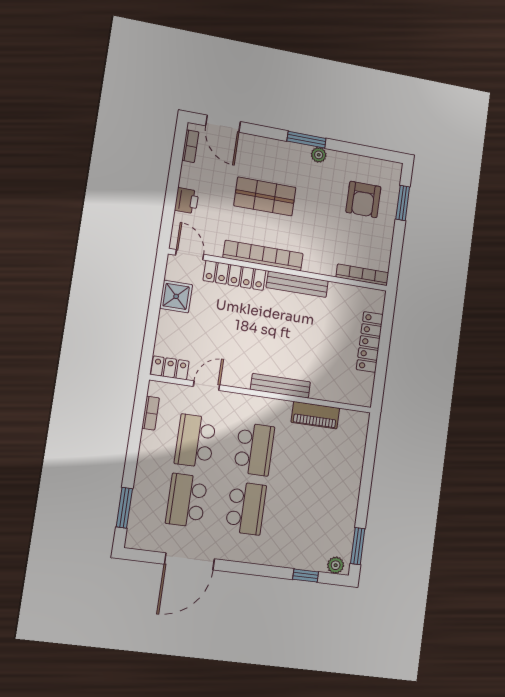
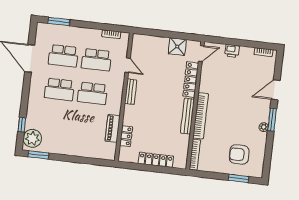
door: (223, 124) -> (276, 90), moved
shop shelf: (265, 196) -> (237, 96), removed
bookcase: (263, 256) -> (201, 116), moved
locker: (170, 368) -> (126, 136), moved
bench: (280, 386) -> (131, 92), moved, width x0.73
school desk: (195, 441) -> (96, 60), turned 180
school desk: (187, 500) -> (63, 56), turned 180
plant: (336, 565) -> (32, 138), width x1.87, depth x1.87

